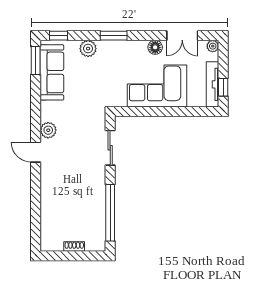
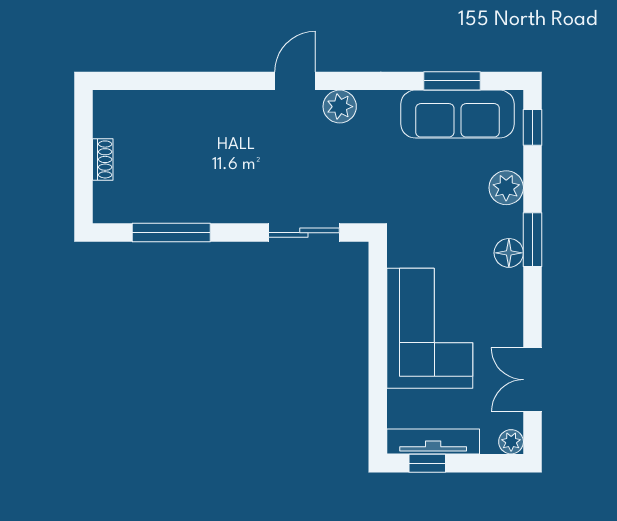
floor lamp: (155, 47) -> (509, 253), moved
window: (36, 60) -> (452, 81), moved
window: (110, 213) -> (171, 233), width x0.68

